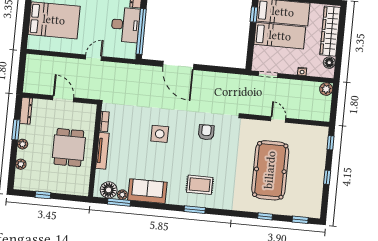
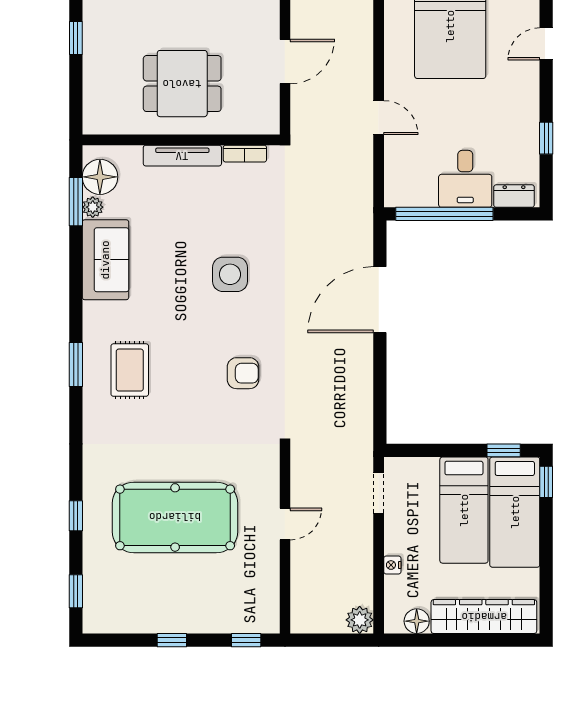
desk: (125, 25) -> (465, 179), width x0.73

